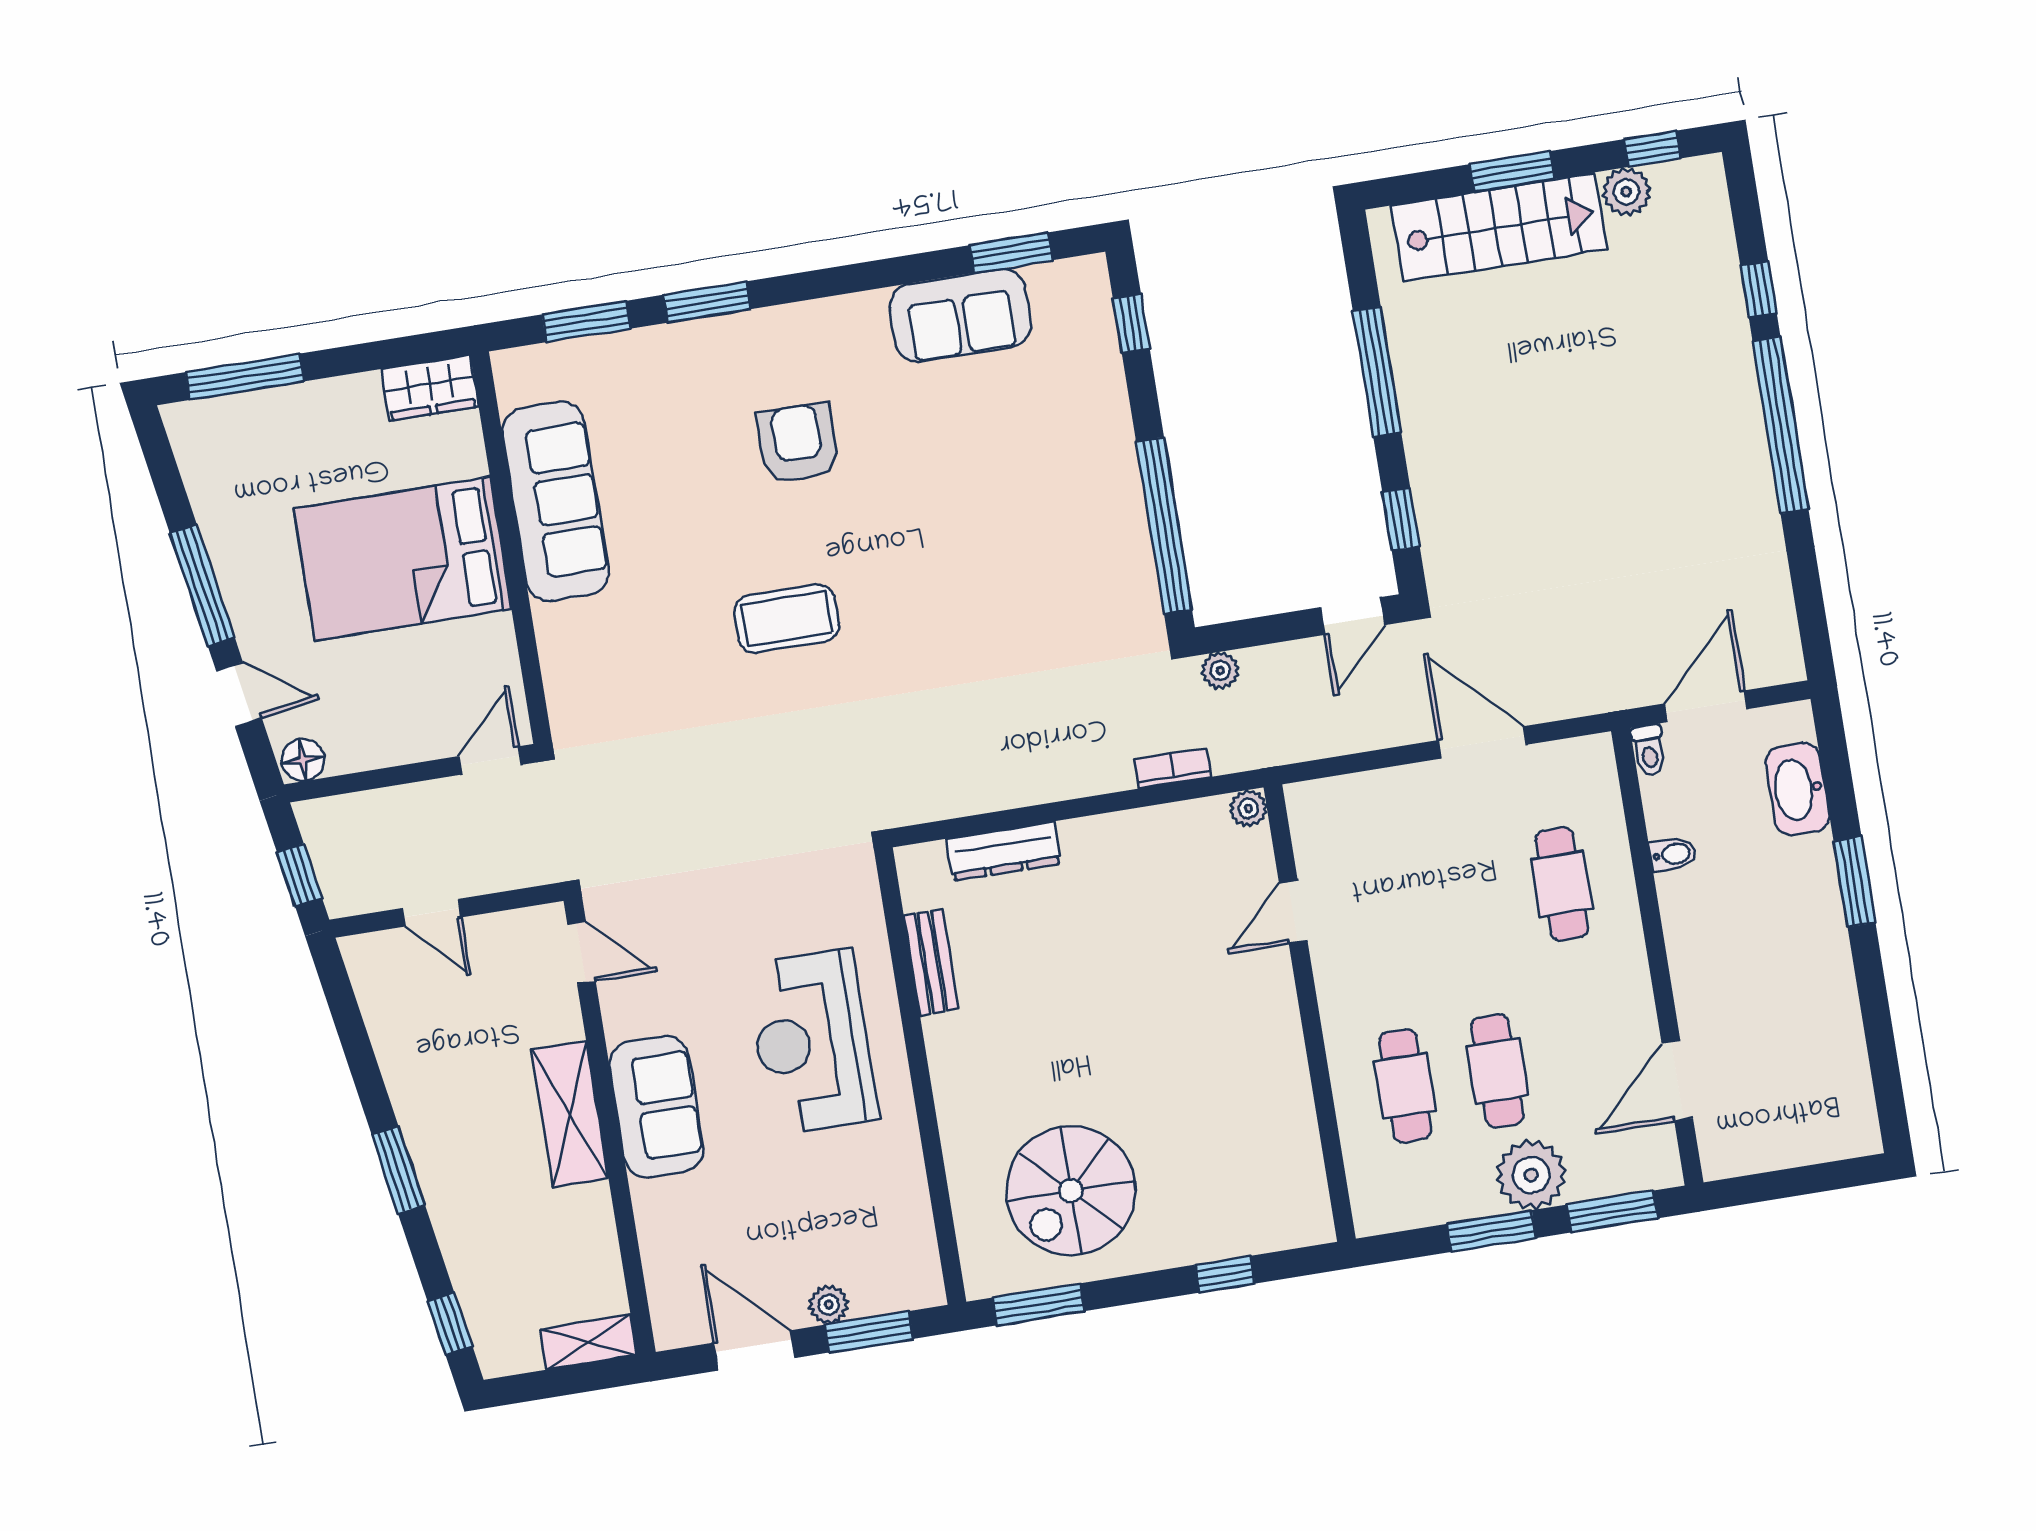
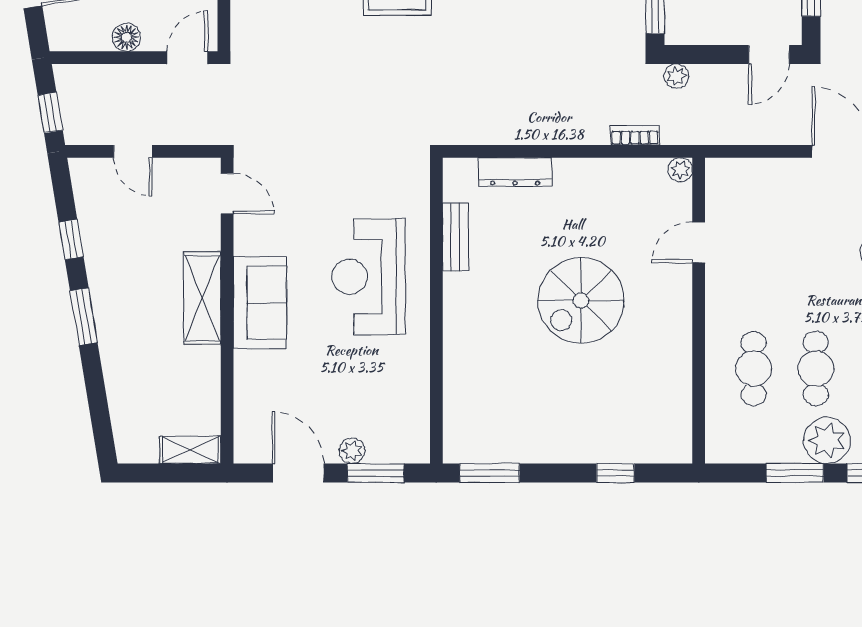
floor lamp: (303, 760) -> (127, 37), moved
spiral stairs: (1071, 1191) -> (581, 301), moved
window: (450, 1324) -> (71, 239), moved

